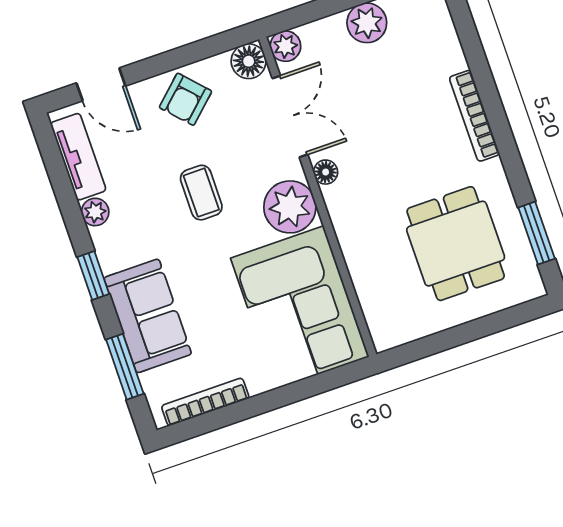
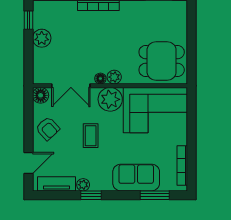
plant: (285, 46) -> (114, 77), moved
double door: (290, 116) -> (71, 86), swing flipped
coffee table: (201, 193) -> (91, 136), turned 90
dining table: (456, 244) -> (162, 61), moved
window: (93, 276) -> (91, 195), moved

